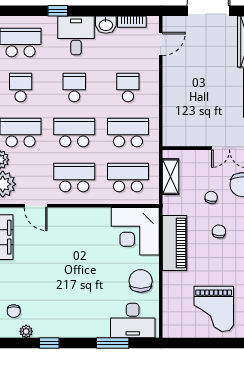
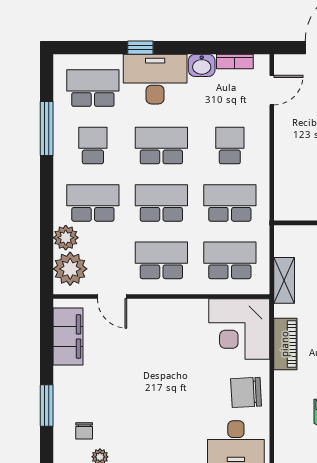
desk: (76, 35) -> (155, 79), width x1.37
school desk: (74, 87) -> (161, 146), width x1.85
shelving: (170, 177) -> (284, 280), moved
piano: (174, 243) -> (285, 344), width x0.73, depth x0.75
chair: (141, 281) -> (246, 392), turned -93

